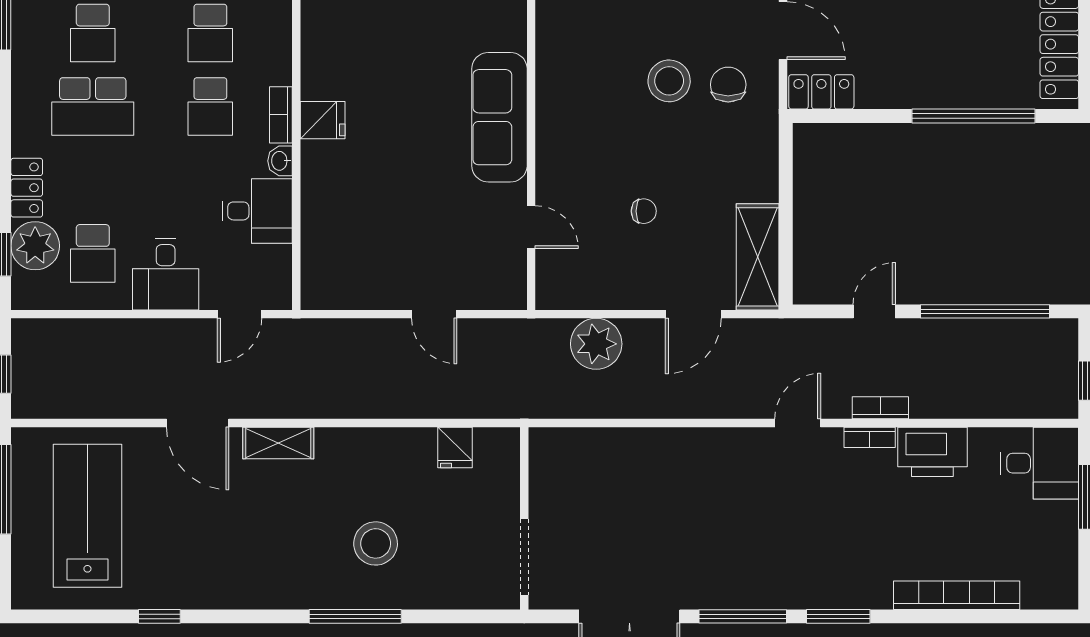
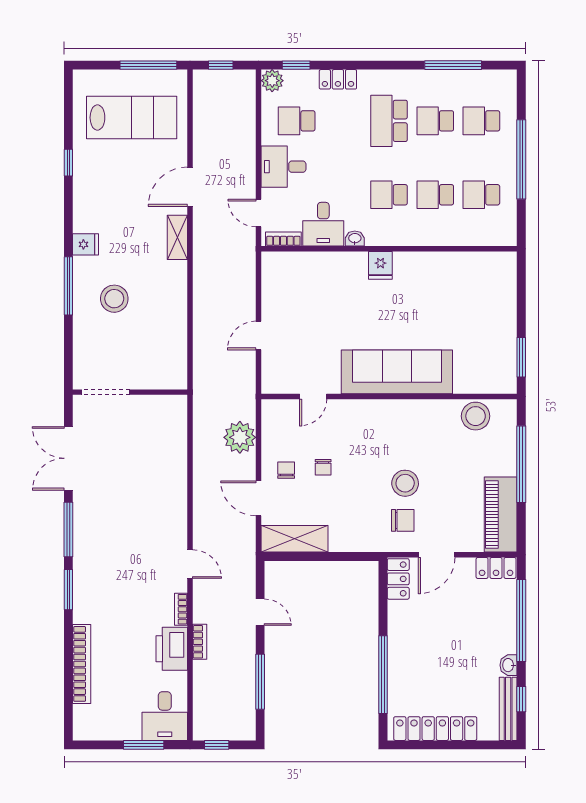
bookcase: (281, 115) -> (283, 239), moved
sofa: (499, 117) -> (397, 372), width x1.36, depth x1.27
plant: (35, 246) -> (272, 81), moved, width x0.73, depth x0.73
chair: (648, 270) -> (286, 470), added
window: (985, 311) -> (260, 682), width x0.68
bookcase: (880, 408) -> (200, 642), moved
fridge: (455, 448) -> (86, 244), moved, turned 180

